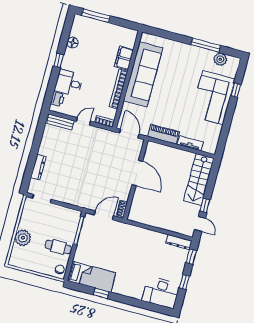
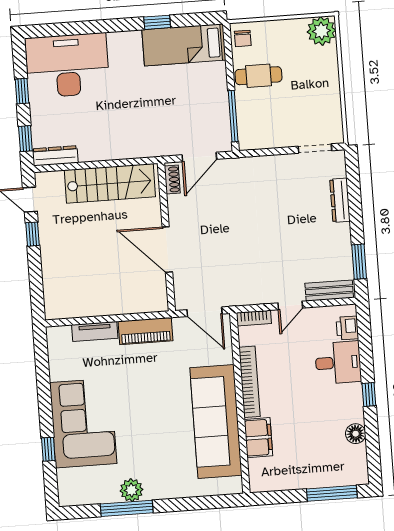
plant: (220, 59) -> (131, 490), moved
window: (39, 132) -> (359, 262), added
stairs: (199, 179) -> (110, 183), moved, turned 90
plant: (23, 238) -> (321, 31), moved
desk: (161, 292) -> (67, 65), width x1.36, depth x1.30

